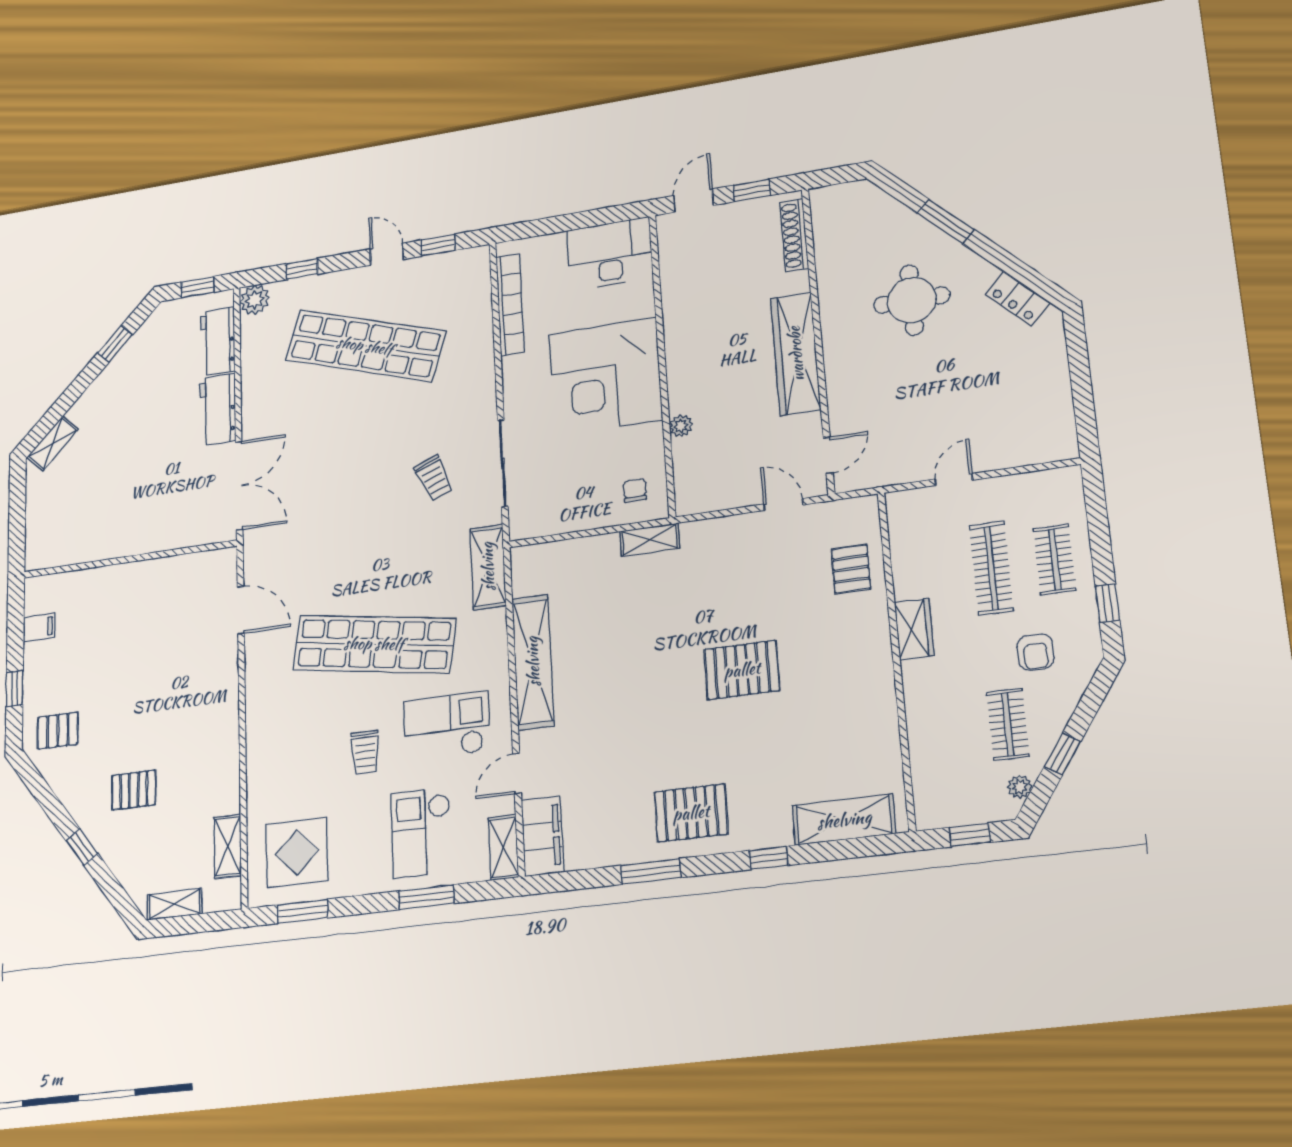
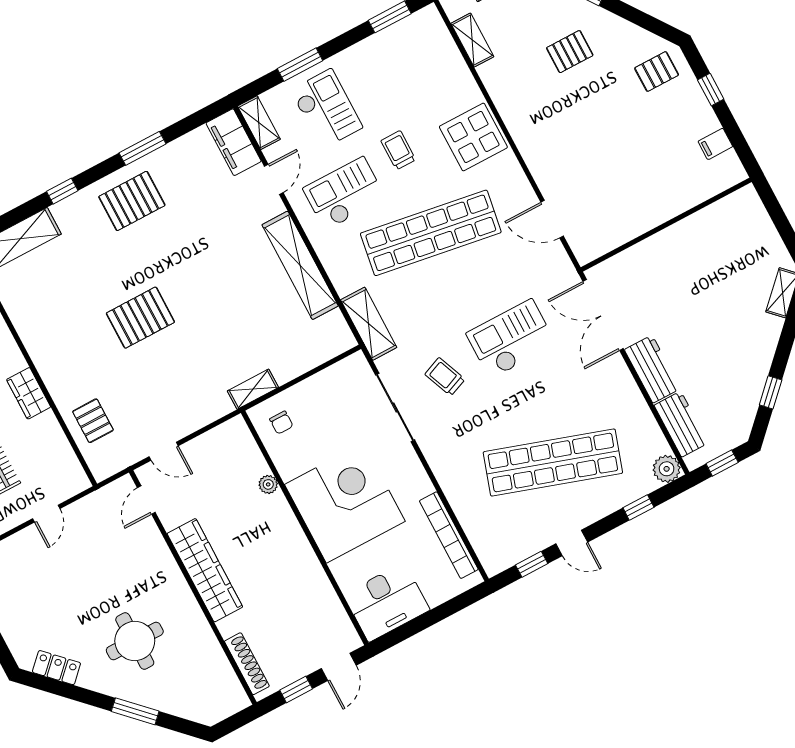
checkout: (345, 494) -> (511, 339), added
checkout: (447, 726) -> (344, 194), turned 180
display table: (297, 852) -> (473, 137), moved

